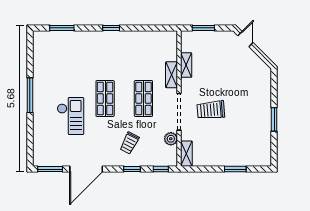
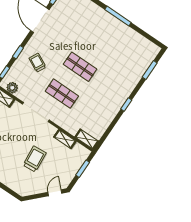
door: (245, 39) -> (55, 193), swing flipped
shelving: (172, 75) -> (87, 139), moved
trolley: (211, 110) -> (35, 159), moved
checkout: (70, 116) -> (84, 34), removed
plant: (171, 139) -> (12, 88), moved

